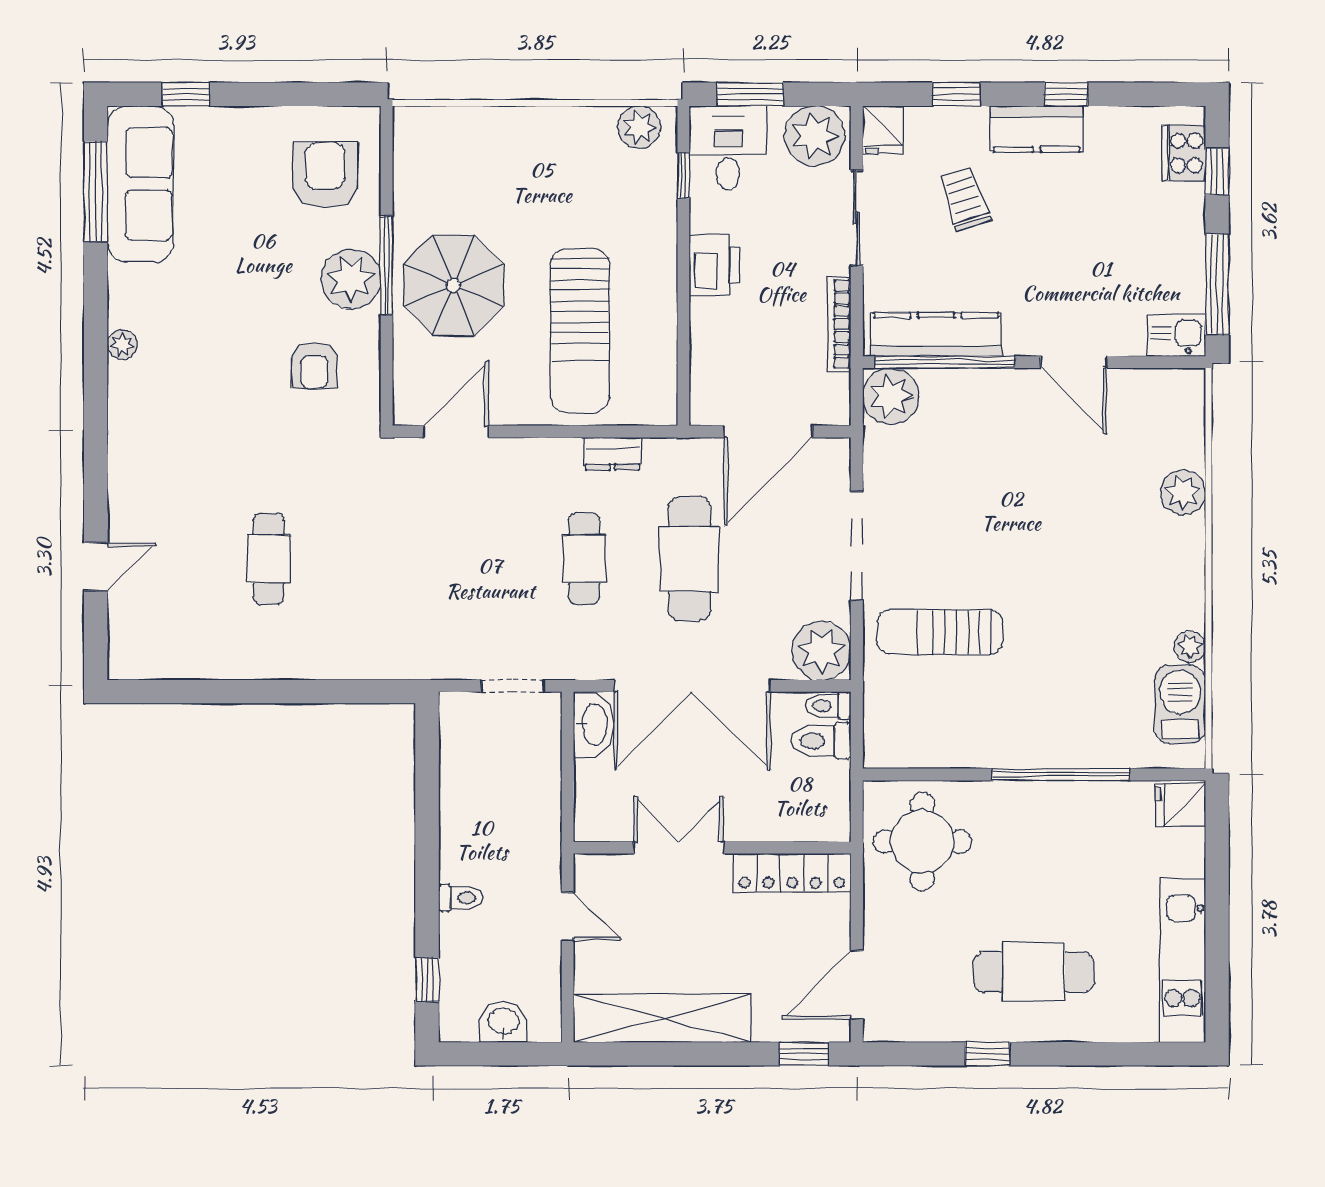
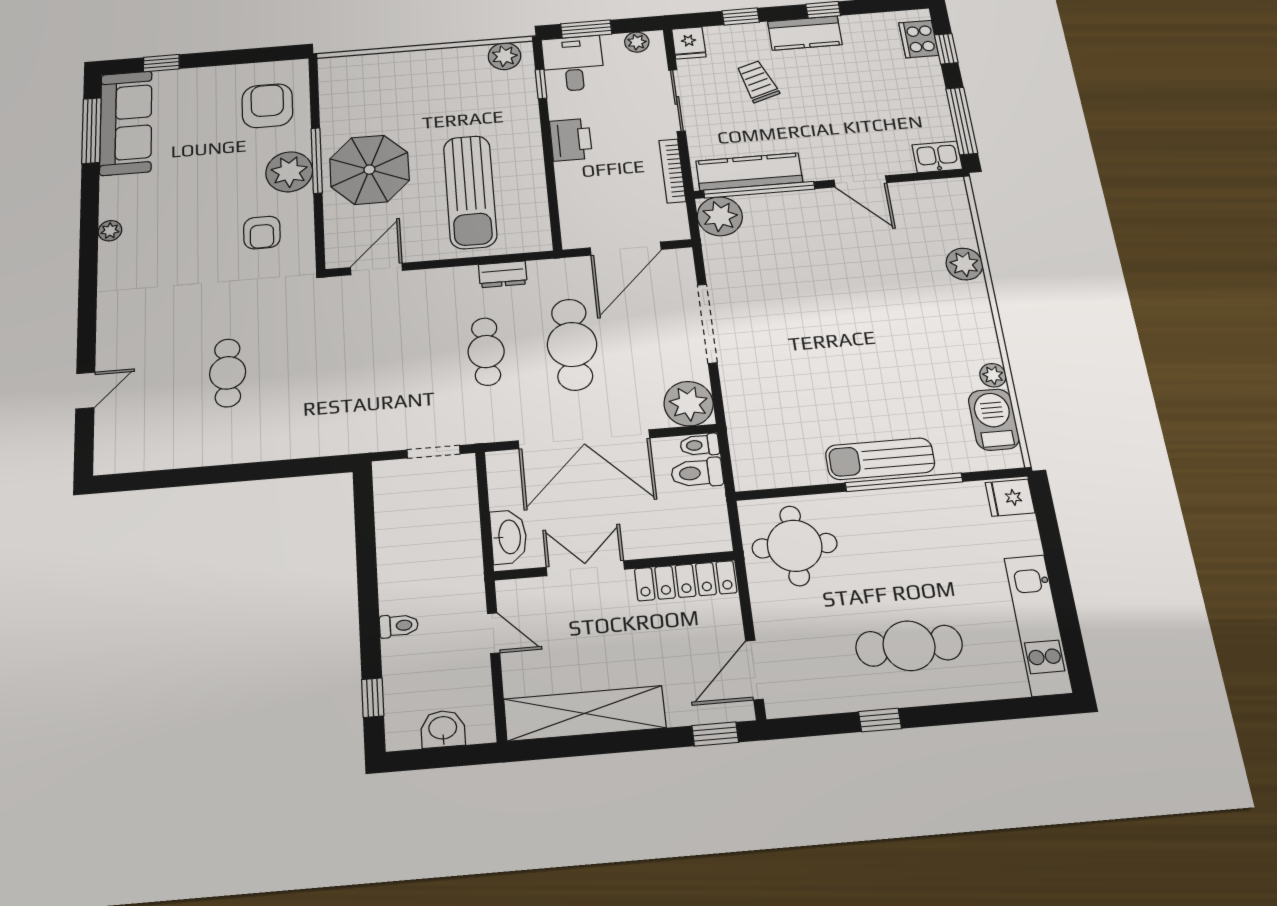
plant: (815, 136) -> (637, 42), width x0.53, depth x0.53
sun lounger: (940, 632) -> (880, 459), moved
washbasin: (594, 724) -> (509, 537), moved

